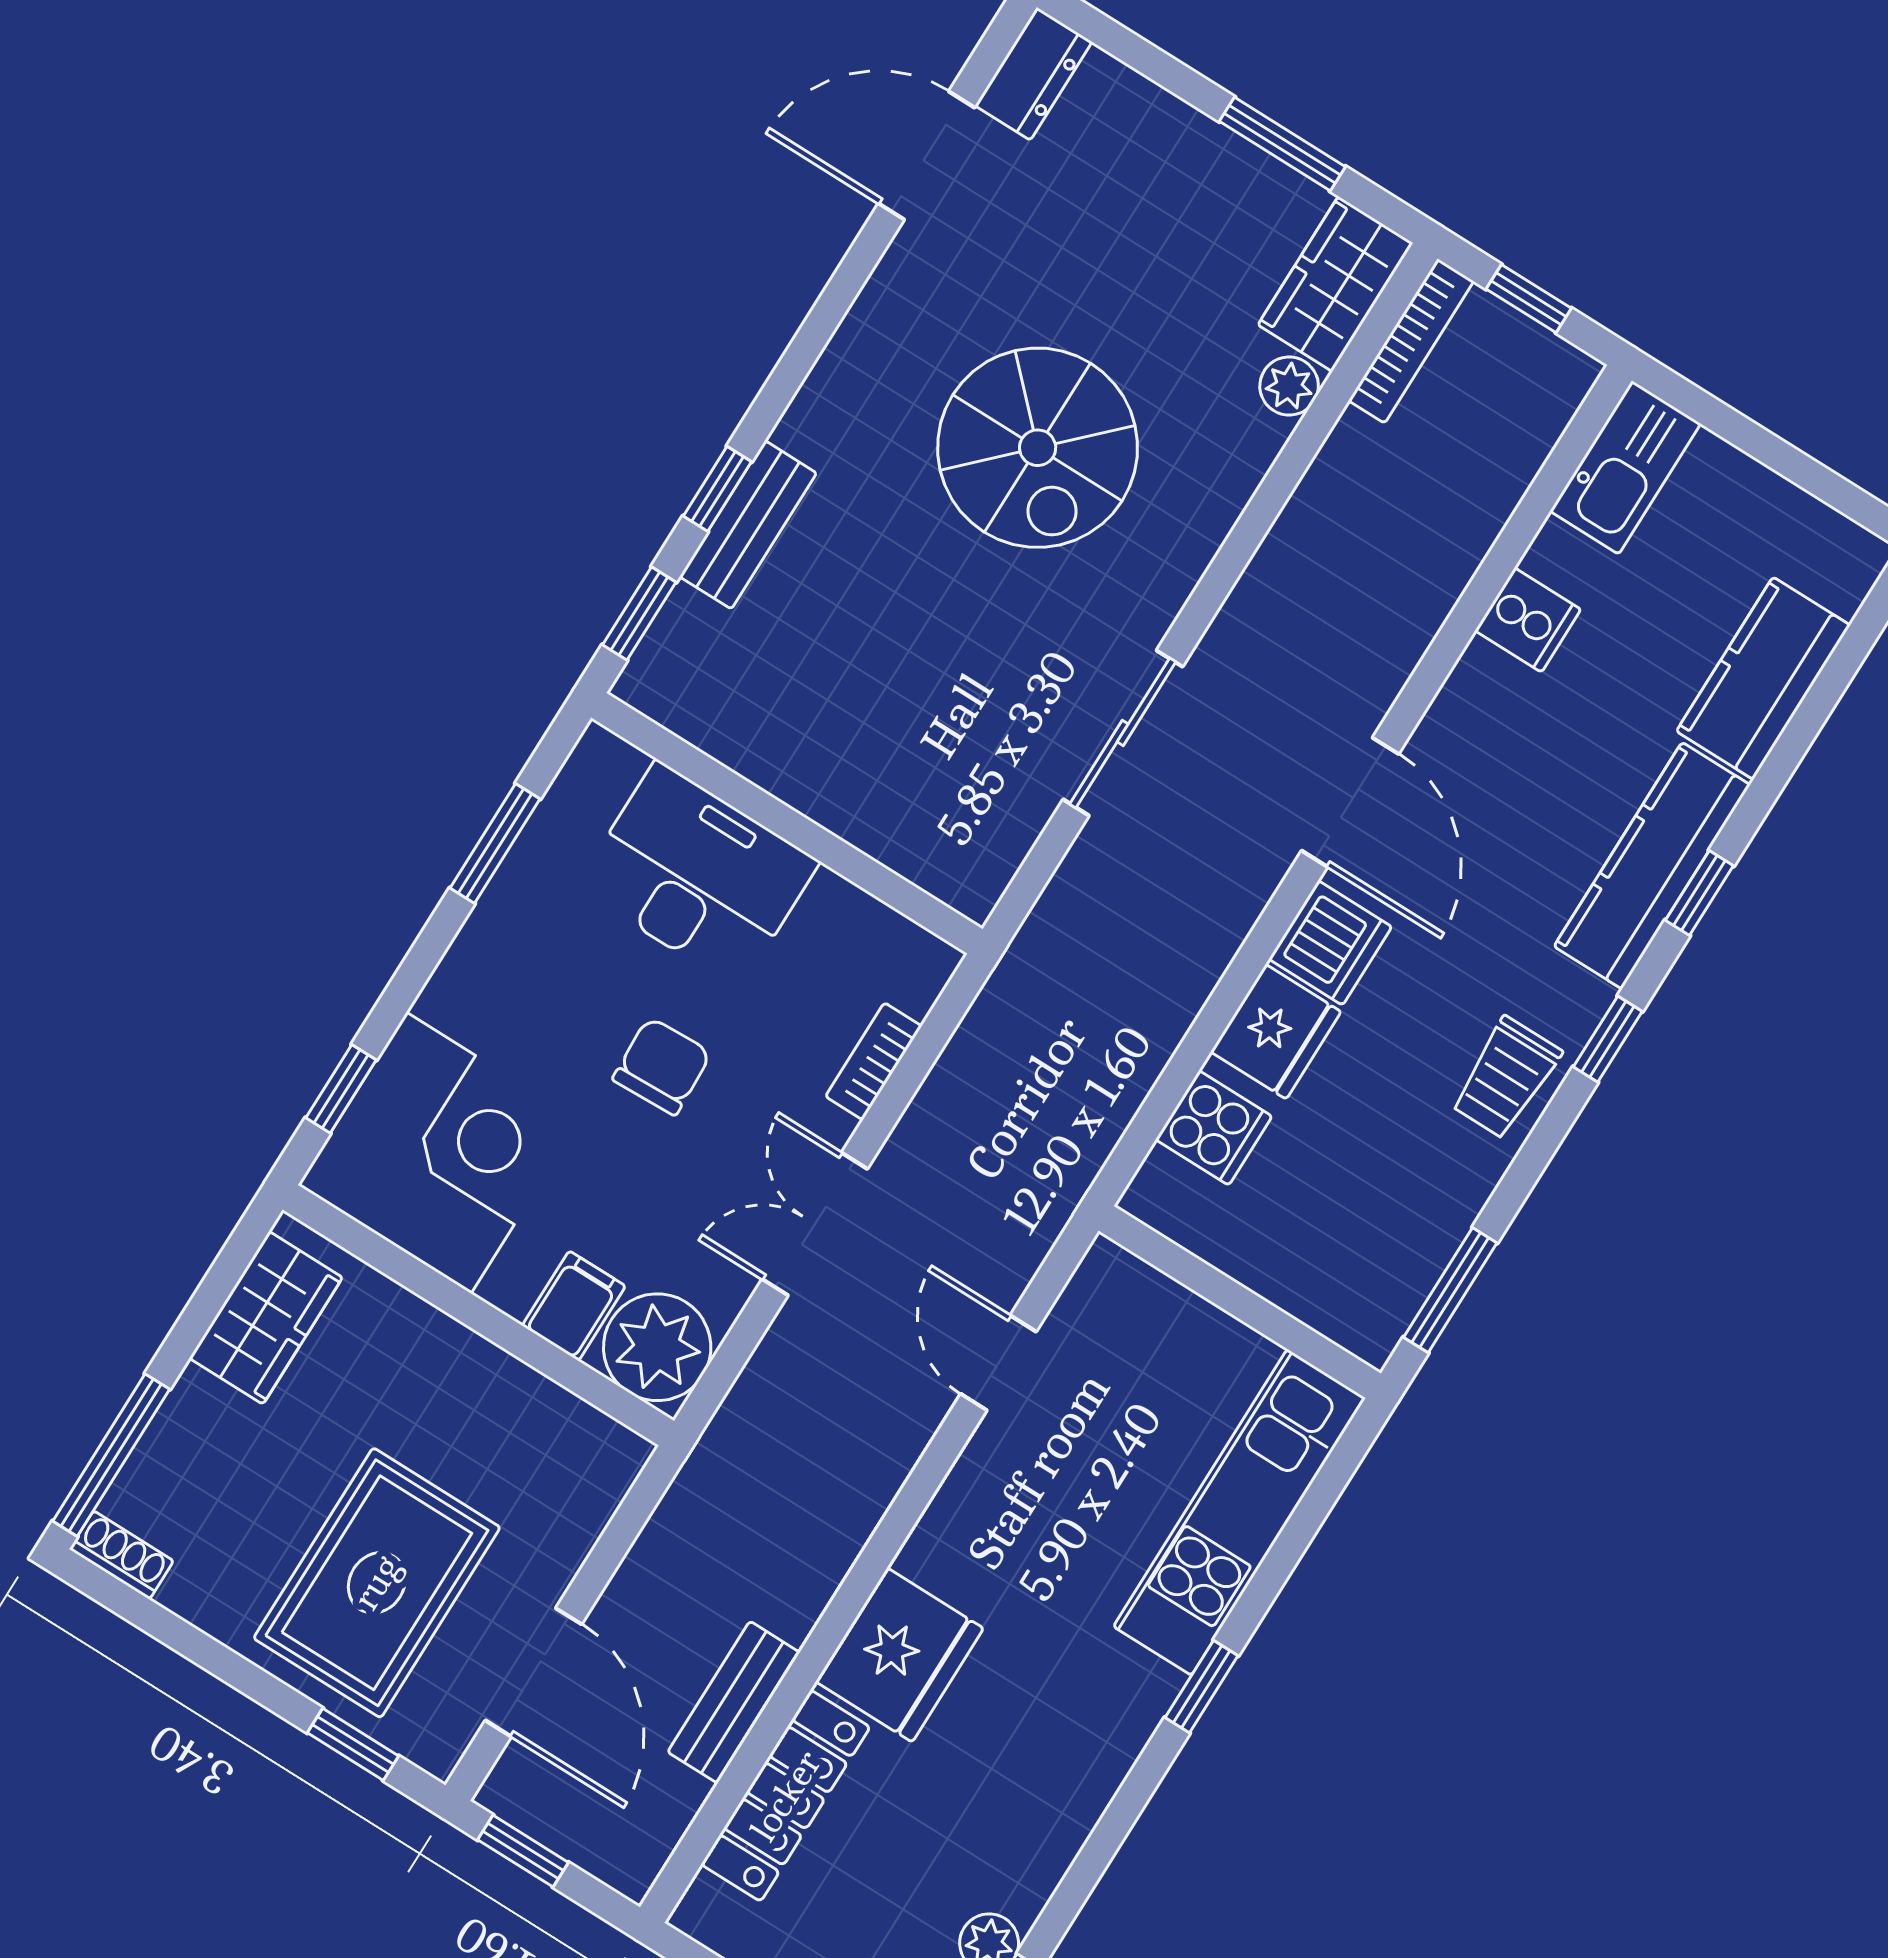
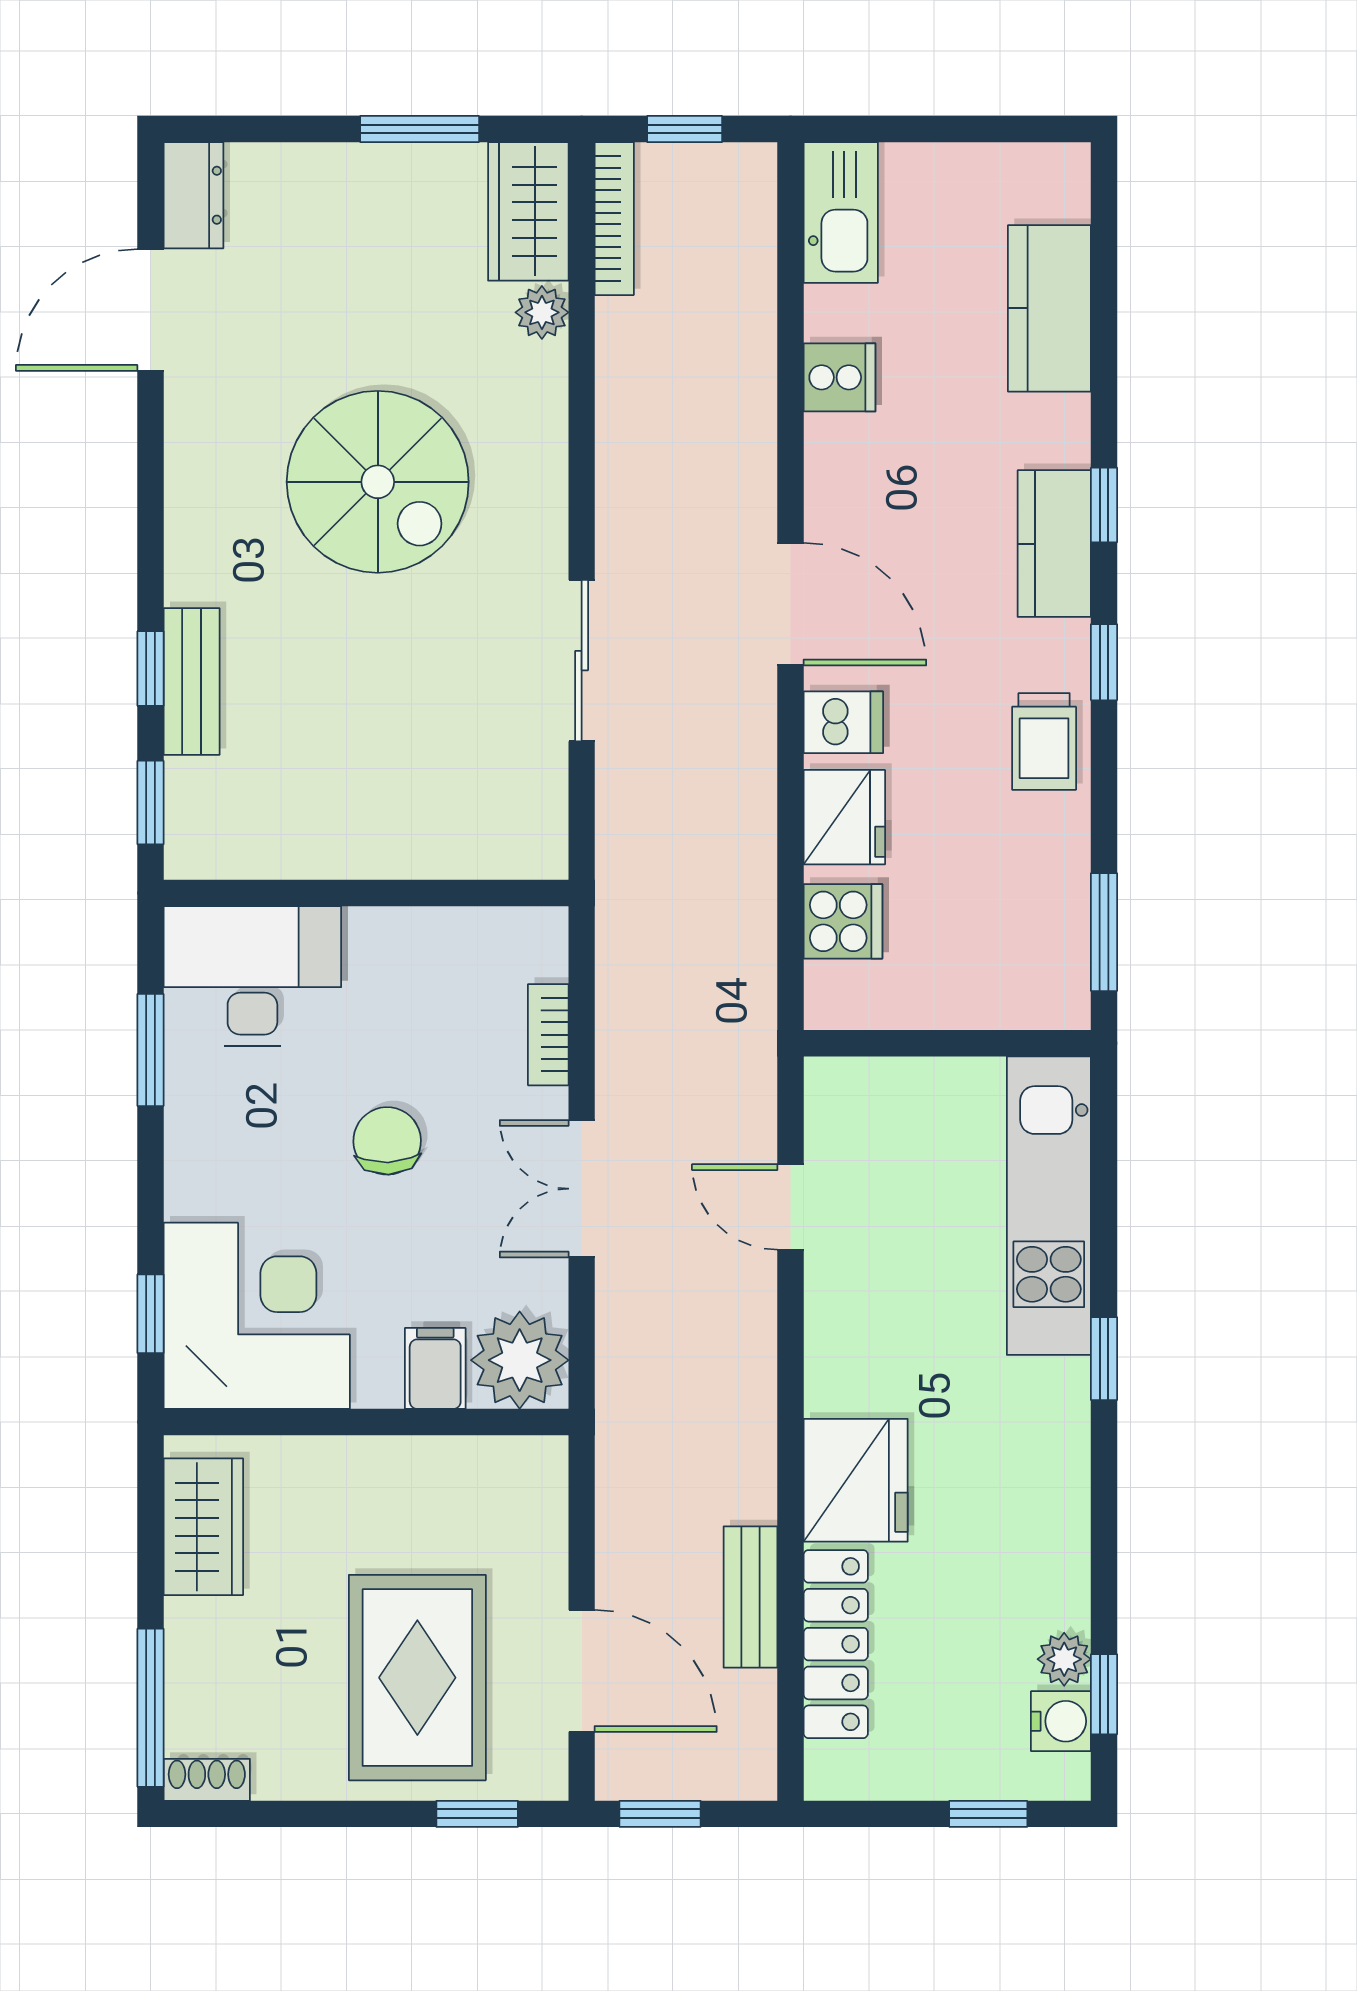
kitchen counter: (1652, 866) -> (1054, 544), width x0.67
desk: (698, 875) -> (252, 976), moved
dishwasher: (1330, 943) -> (843, 722), width x0.73

